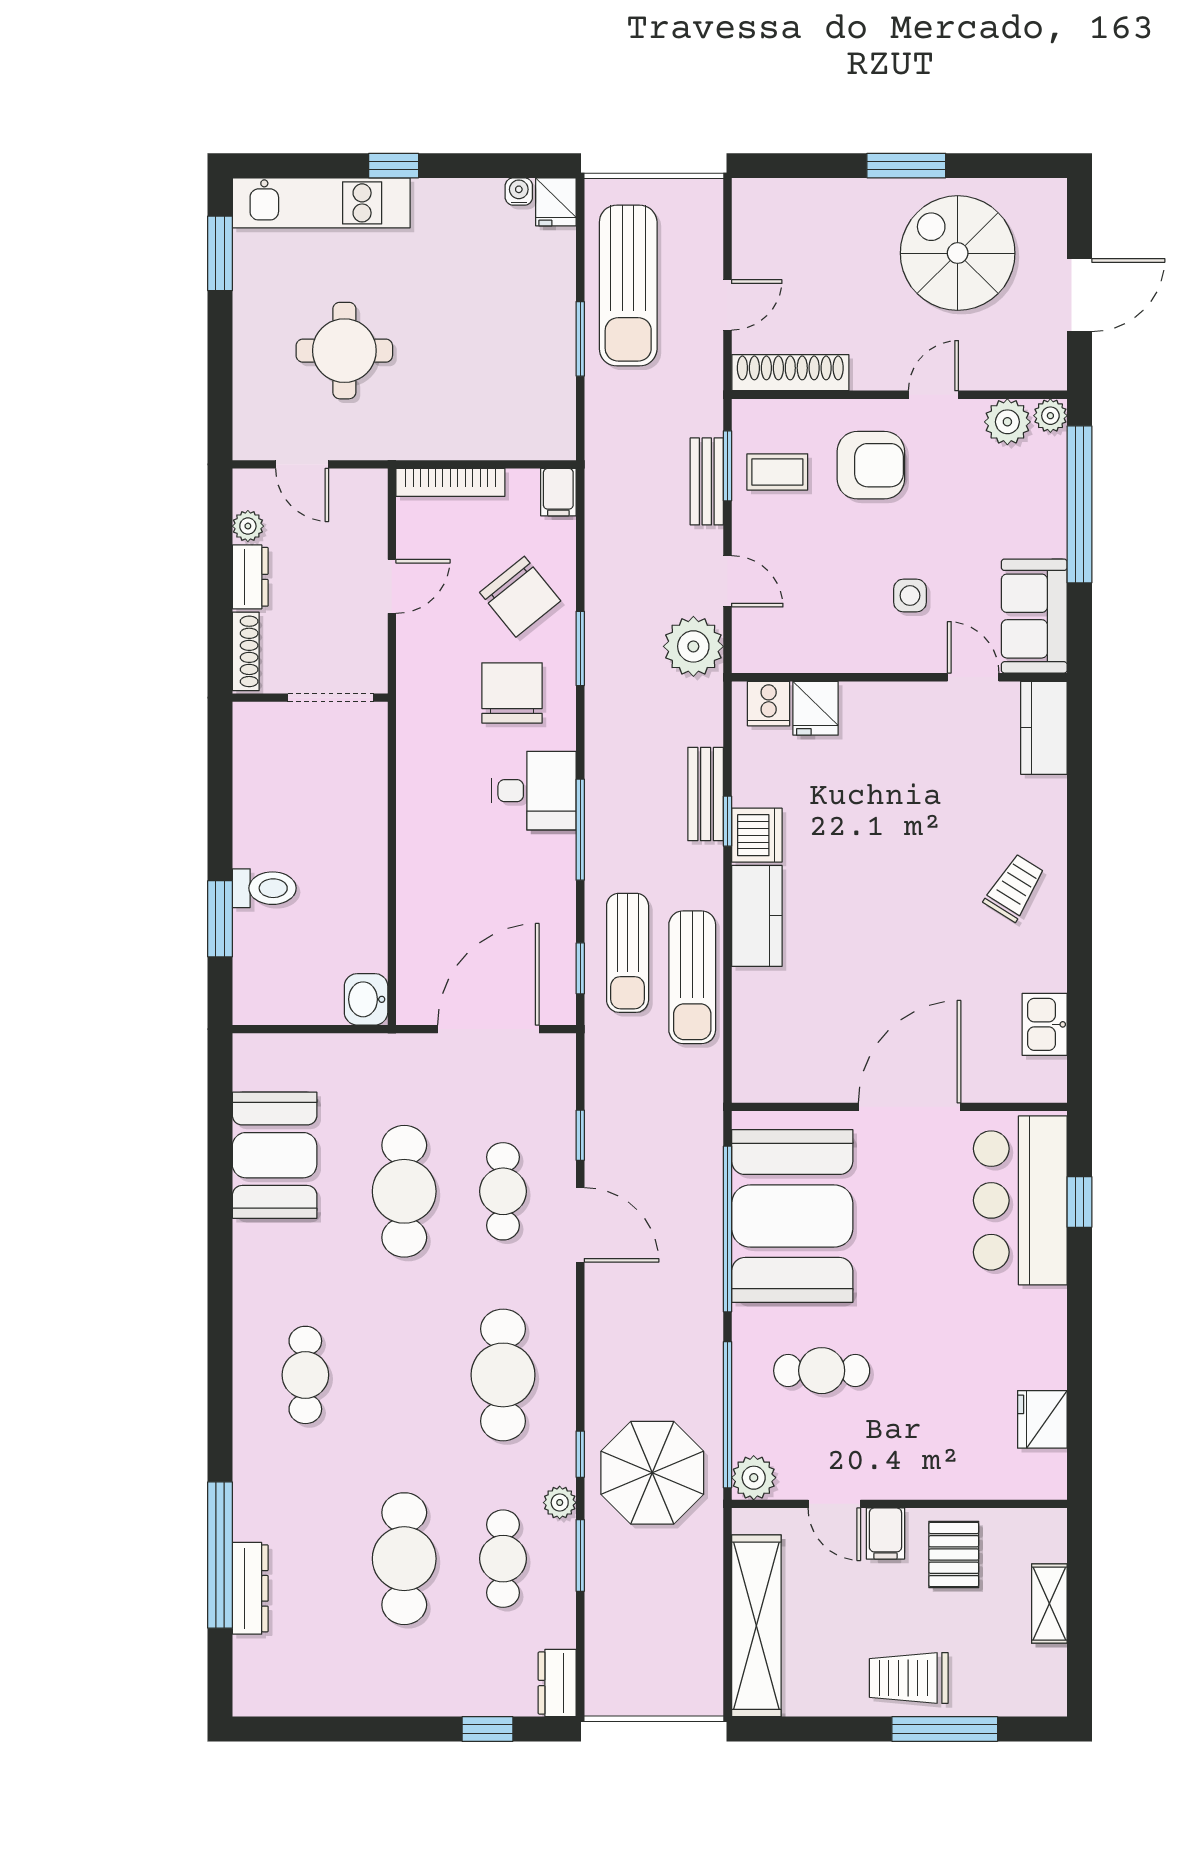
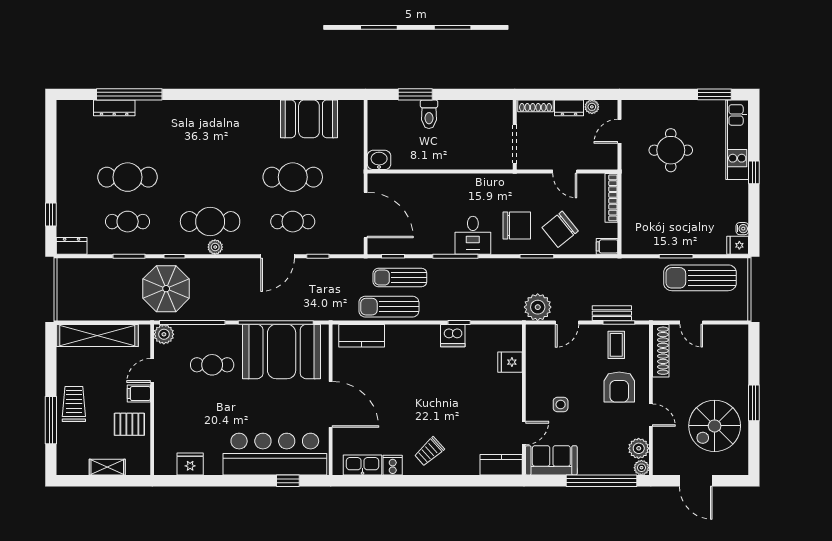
spiral stairs: (958, 253) -> (715, 426), turned 180
cooker: (769, 704) -> (393, 465), moved, turned 90
bench: (706, 794) -> (471, 313), removed
trolley: (1014, 888) -> (429, 451), turned 106
kitchen counter: (757, 916) -> (362, 336), moved
kitchen sink: (1045, 1024) -> (363, 465), width x1.38
bar counter: (1020, 1200) -> (275, 454), width x1.36
cafe table: (822, 1371) -> (212, 365), turned 90
cafe table: (305, 1375) -> (210, 133), removed
plant: (560, 1503) -> (215, 247), moved

